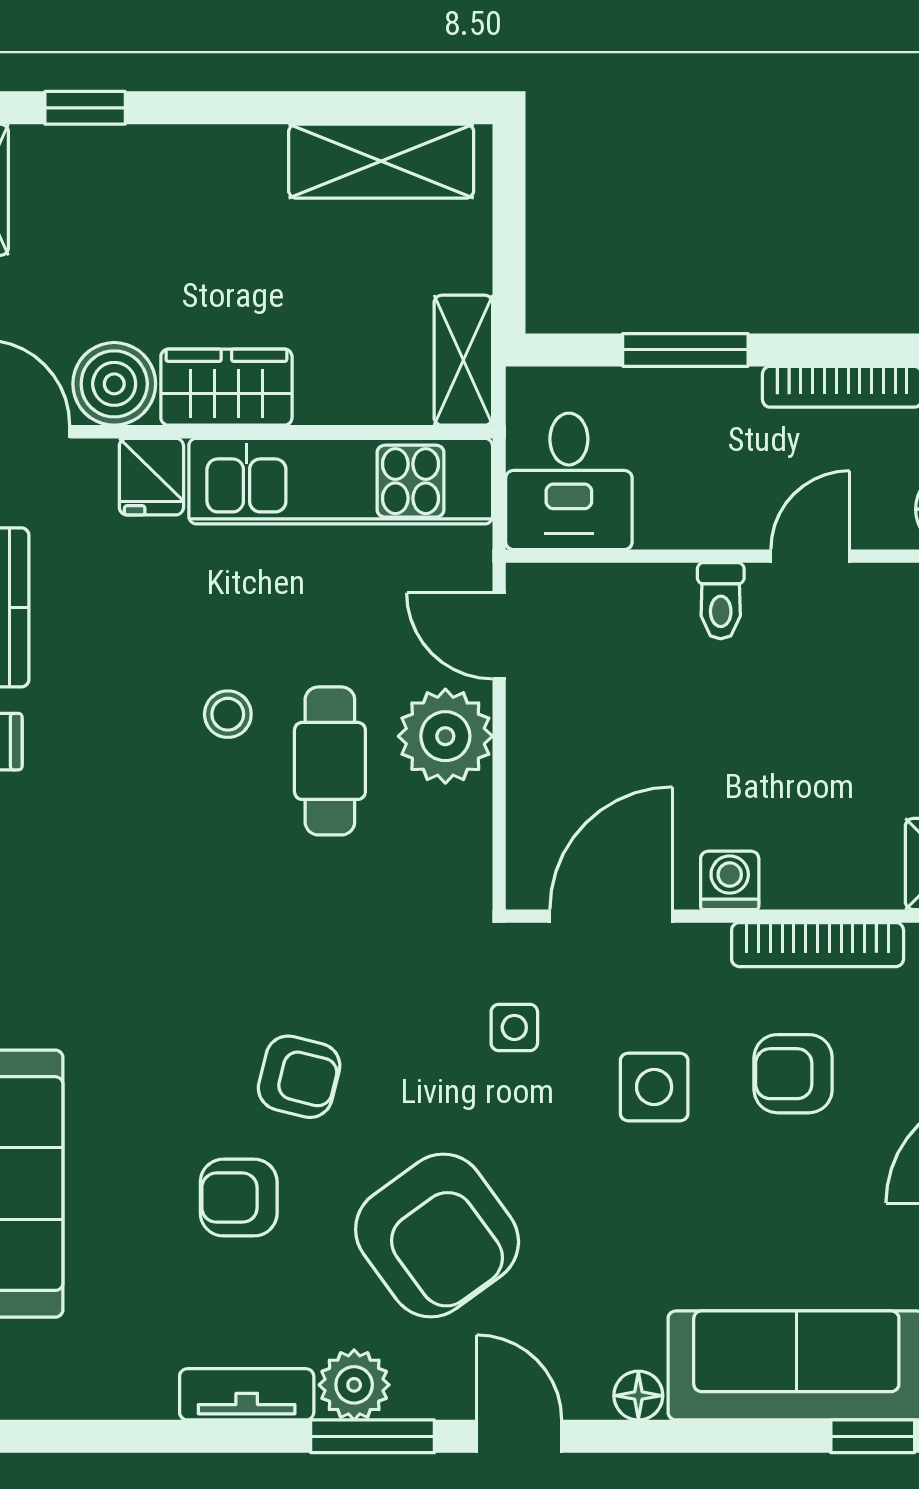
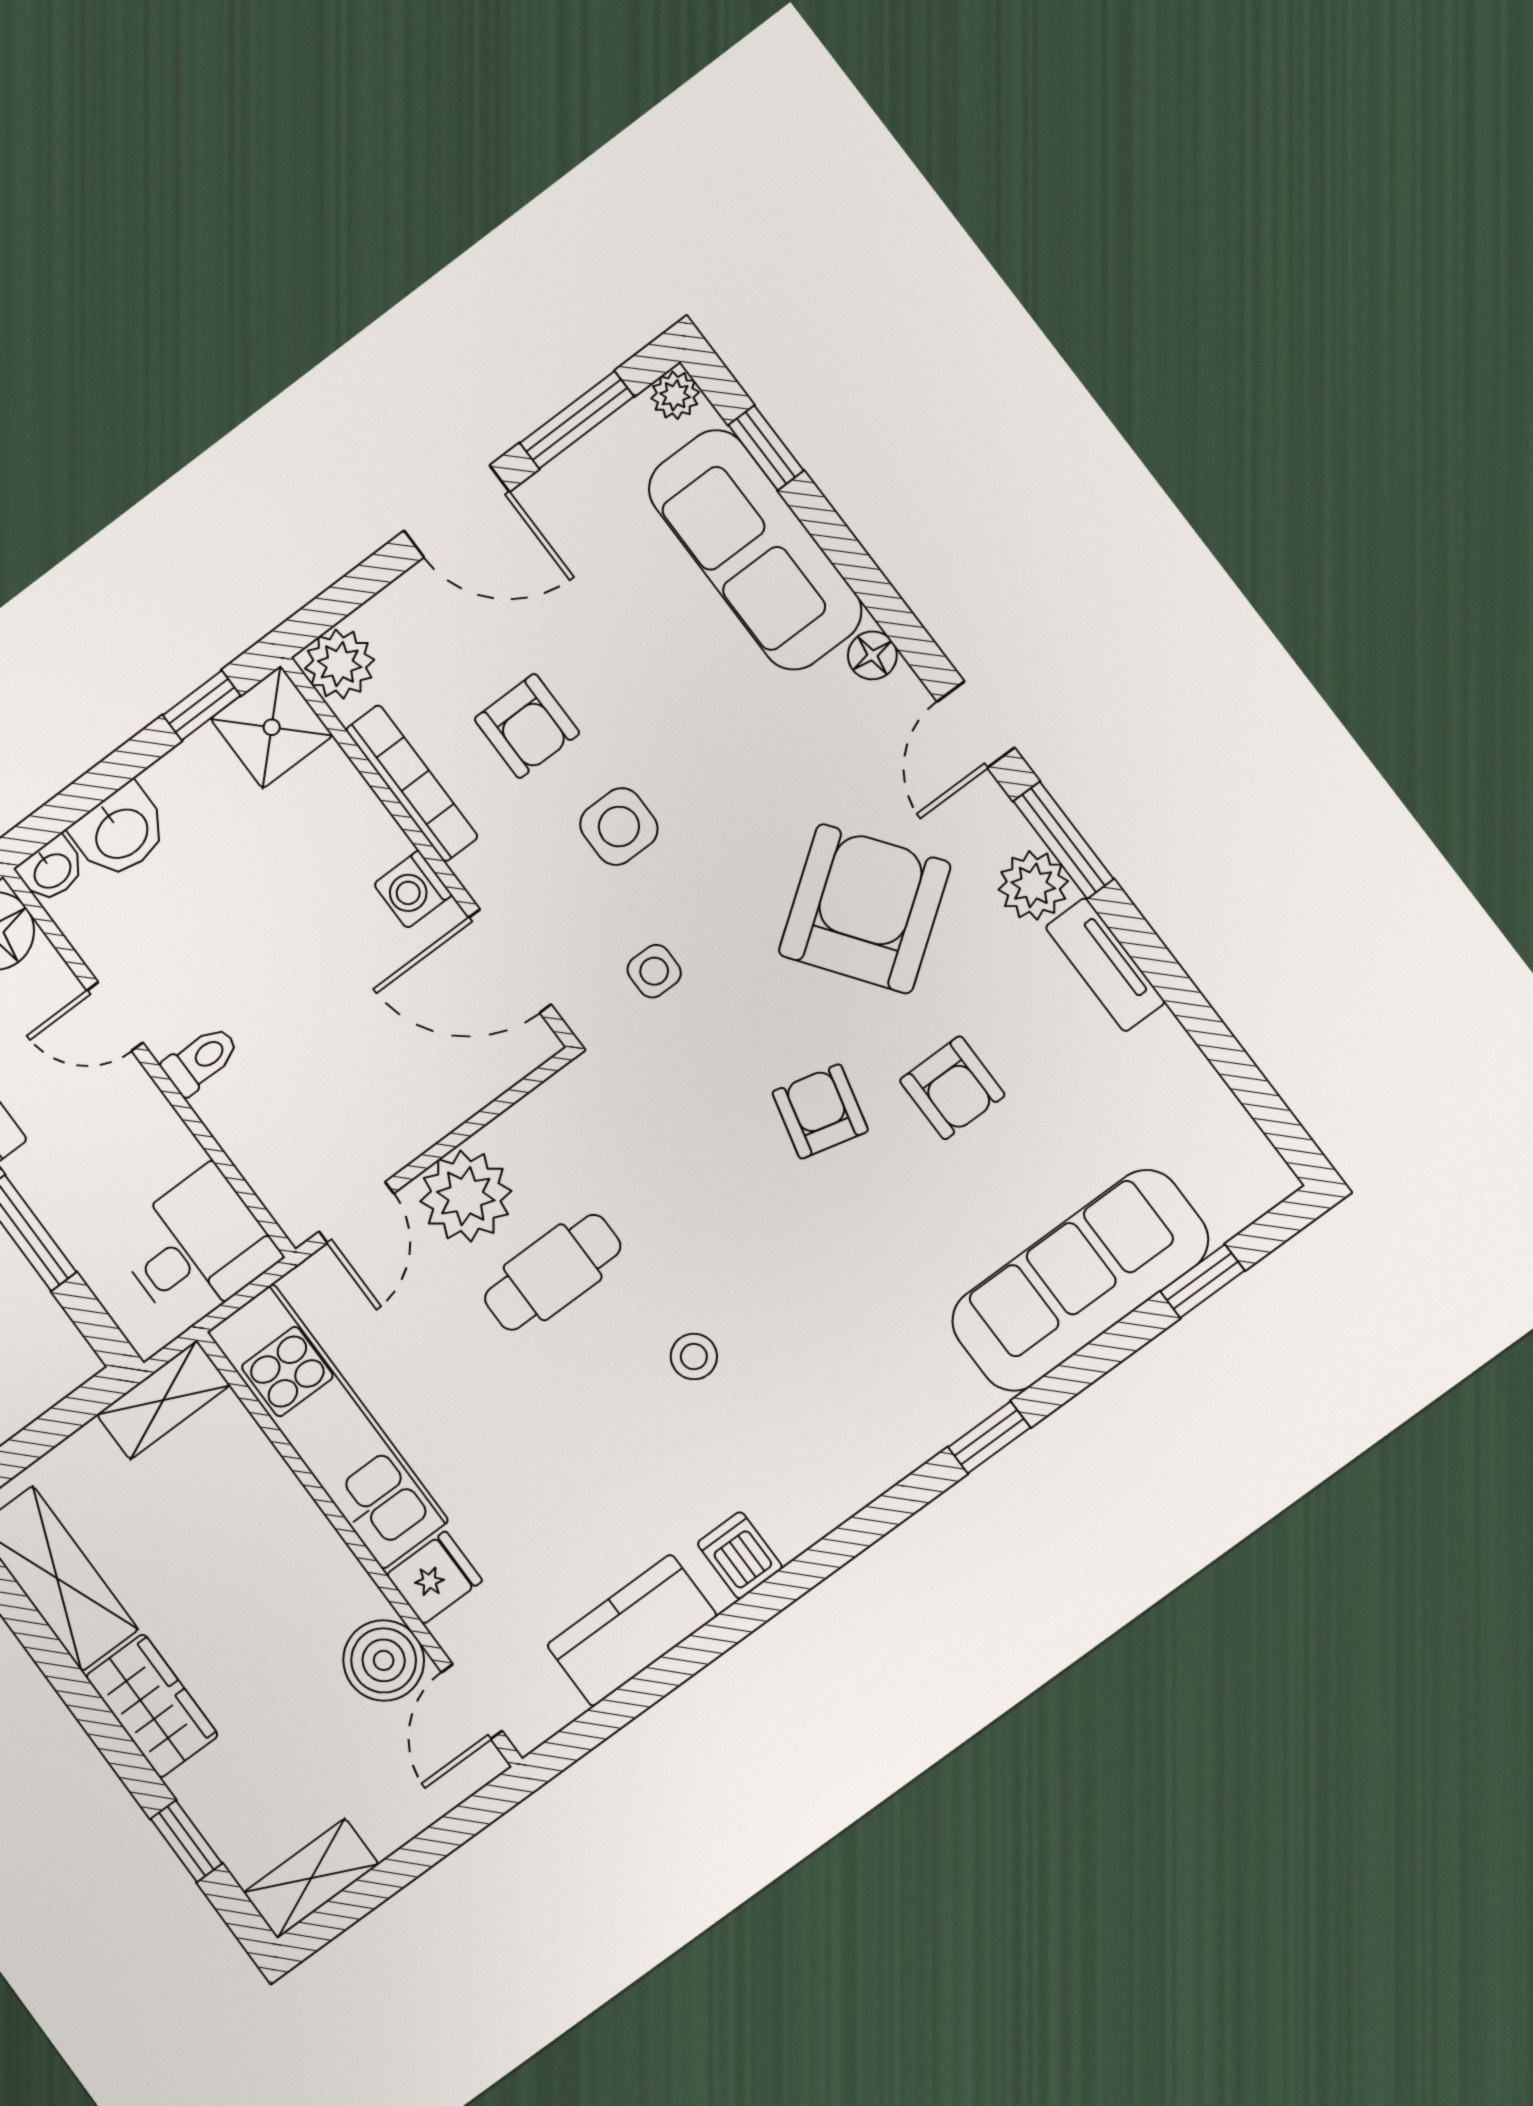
wardrobe: (226, 387) -> (152, 1706), moved, turned 180
stool: (228, 714) -> (694, 1357), moved

